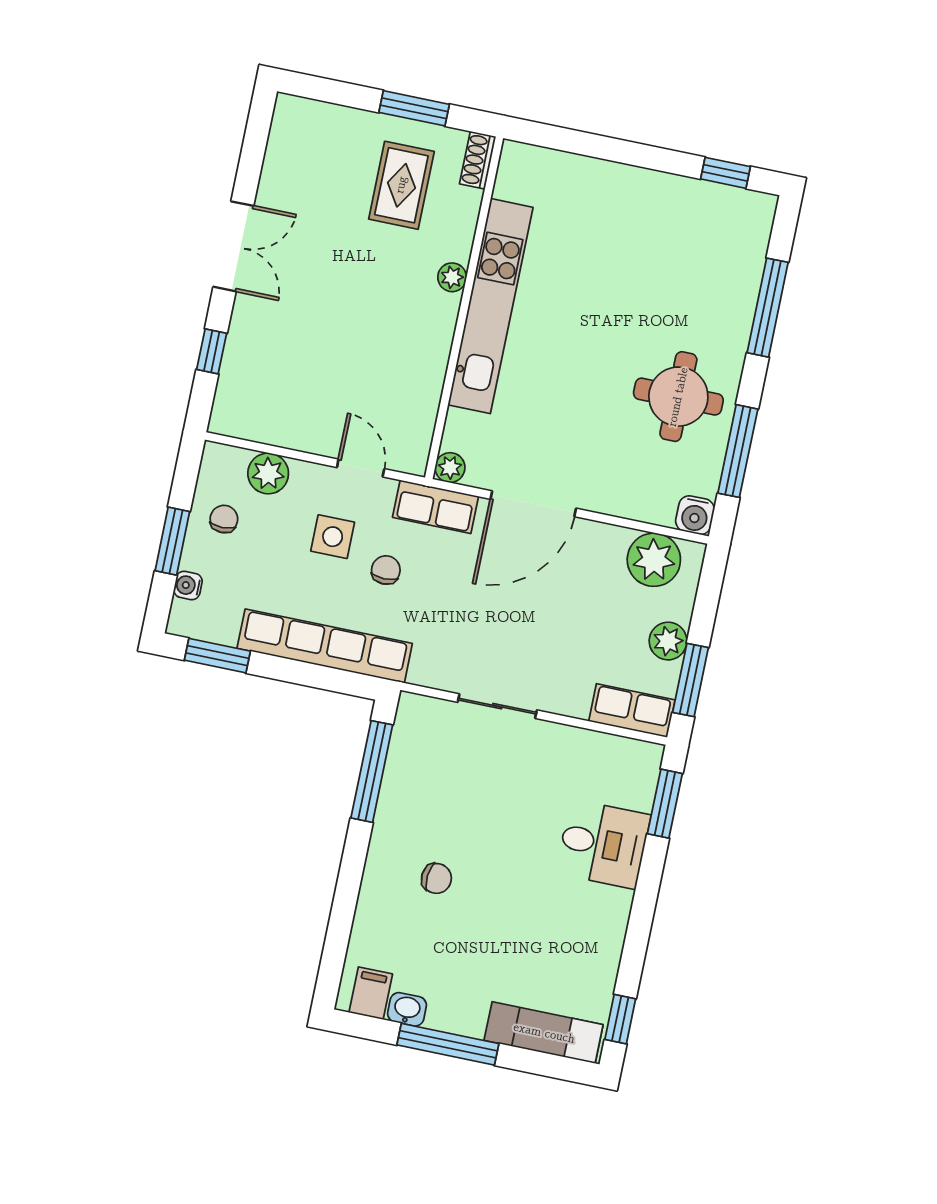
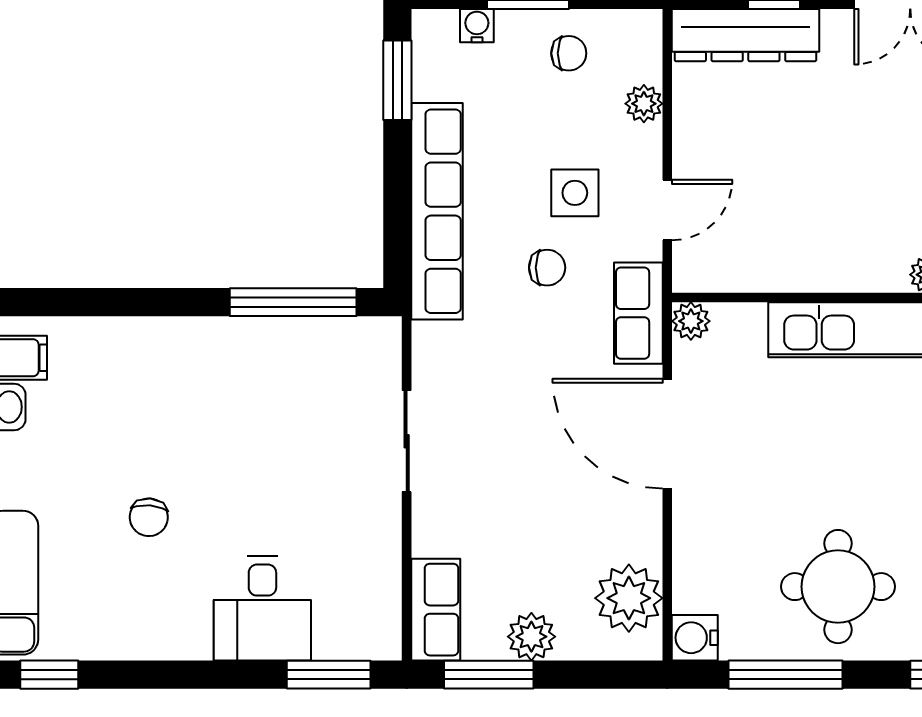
dresser: (238, 380) -> (746, 35), added
plant: (268, 473) -> (644, 104), width x0.73, depth x0.73
chair: (436, 878) -> (149, 517), moved

